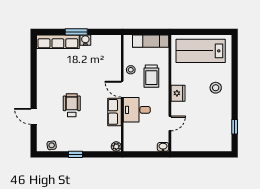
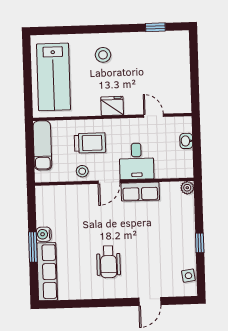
wheelchair: (72, 105) -> (108, 262), moved, turned -90
washbasin: (163, 147) -> (186, 141), moved

